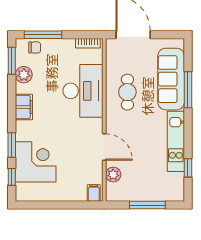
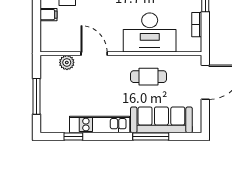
bookcase: (88, 43) -> (197, 25), moved
door: (104, 147) -> (94, 54), swing flipped
filing cabinet: (94, 193) -> (49, 15), moved

